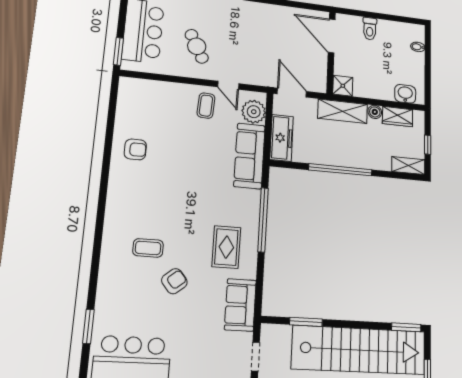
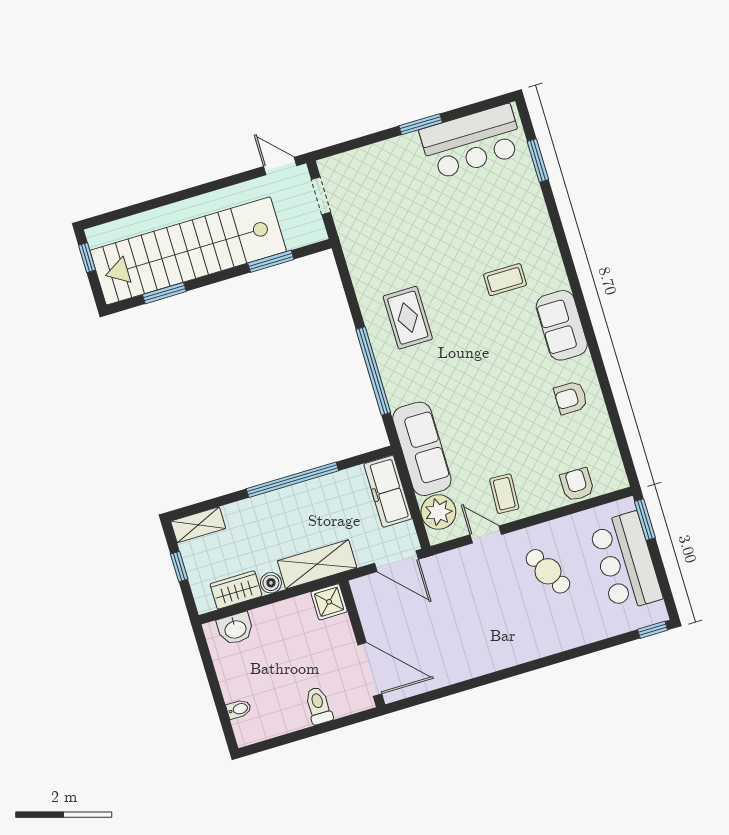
armchair: (174, 281) -> (577, 485), moved, turned 129
sofa: (240, 305) -> (562, 325), moved, turned 180
window: (406, 327) -> (164, 293), moved

